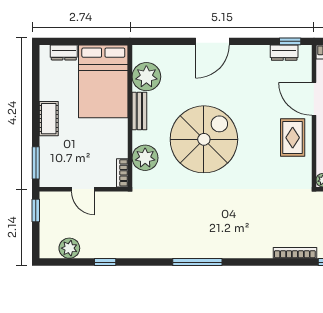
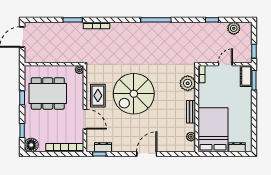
plant: (146, 77) -> (191, 137), width x0.53, depth x0.53
cot: (49, 119) -> (246, 76), moved
spiral stairs: (204, 139) -> (134, 94), moved
door: (83, 189) -> (225, 64), hinge flipped

